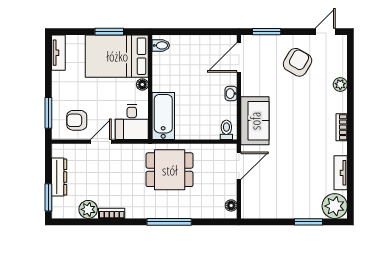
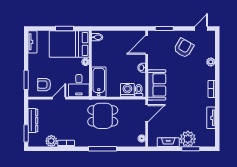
washing machine: (208, 129) -> (127, 90), added
plant: (335, 206) -> (188, 139), moved
fireplace: (273, 211) -> (168, 142), added

